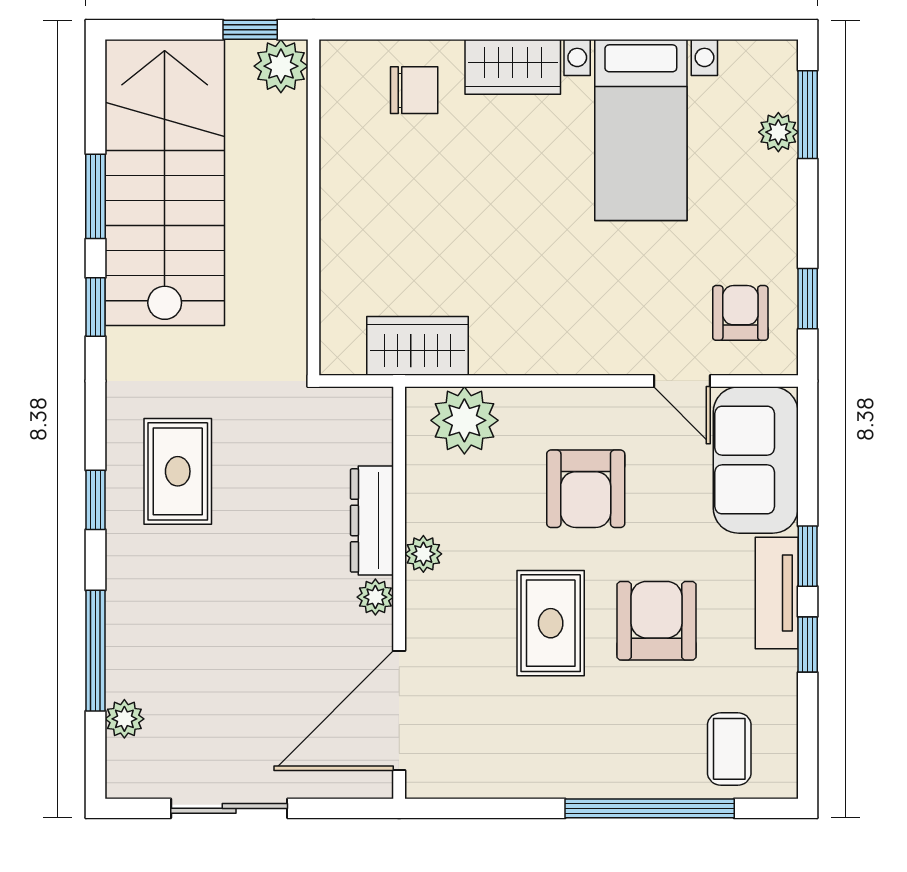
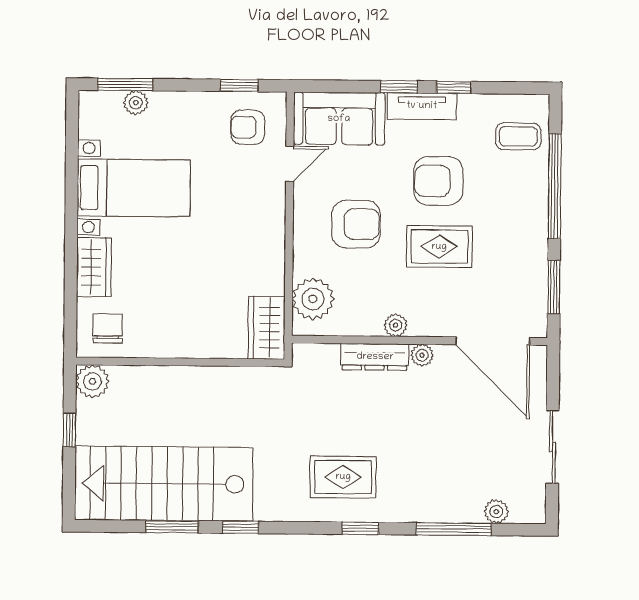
plant: (281, 66) -> (92, 381), moved
wall: (313, 207) -> (180, 362), moved
window: (487, 808) -> (554, 287), added

